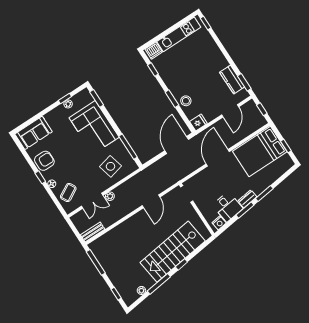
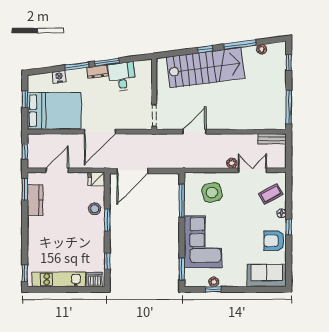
nightstand: (219, 223) -> (59, 77), moved

